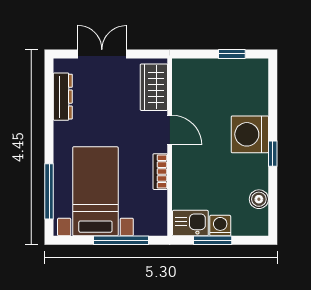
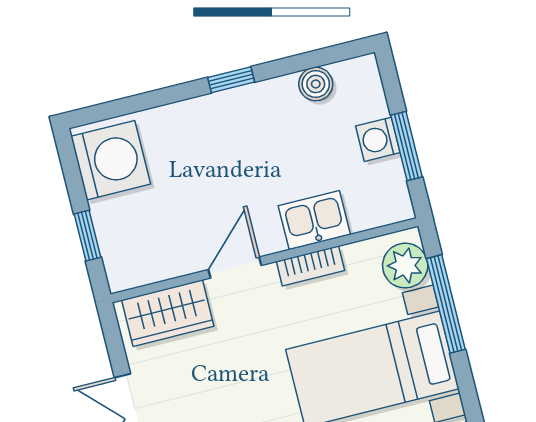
window: (232, 54) -> (88, 236), moved
washing machine: (250, 134) -> (111, 160), moved, turned -90
plant: (148, 223) -> (405, 266), added
kitchen sink: (190, 223) -> (314, 220), moved, turned 90

